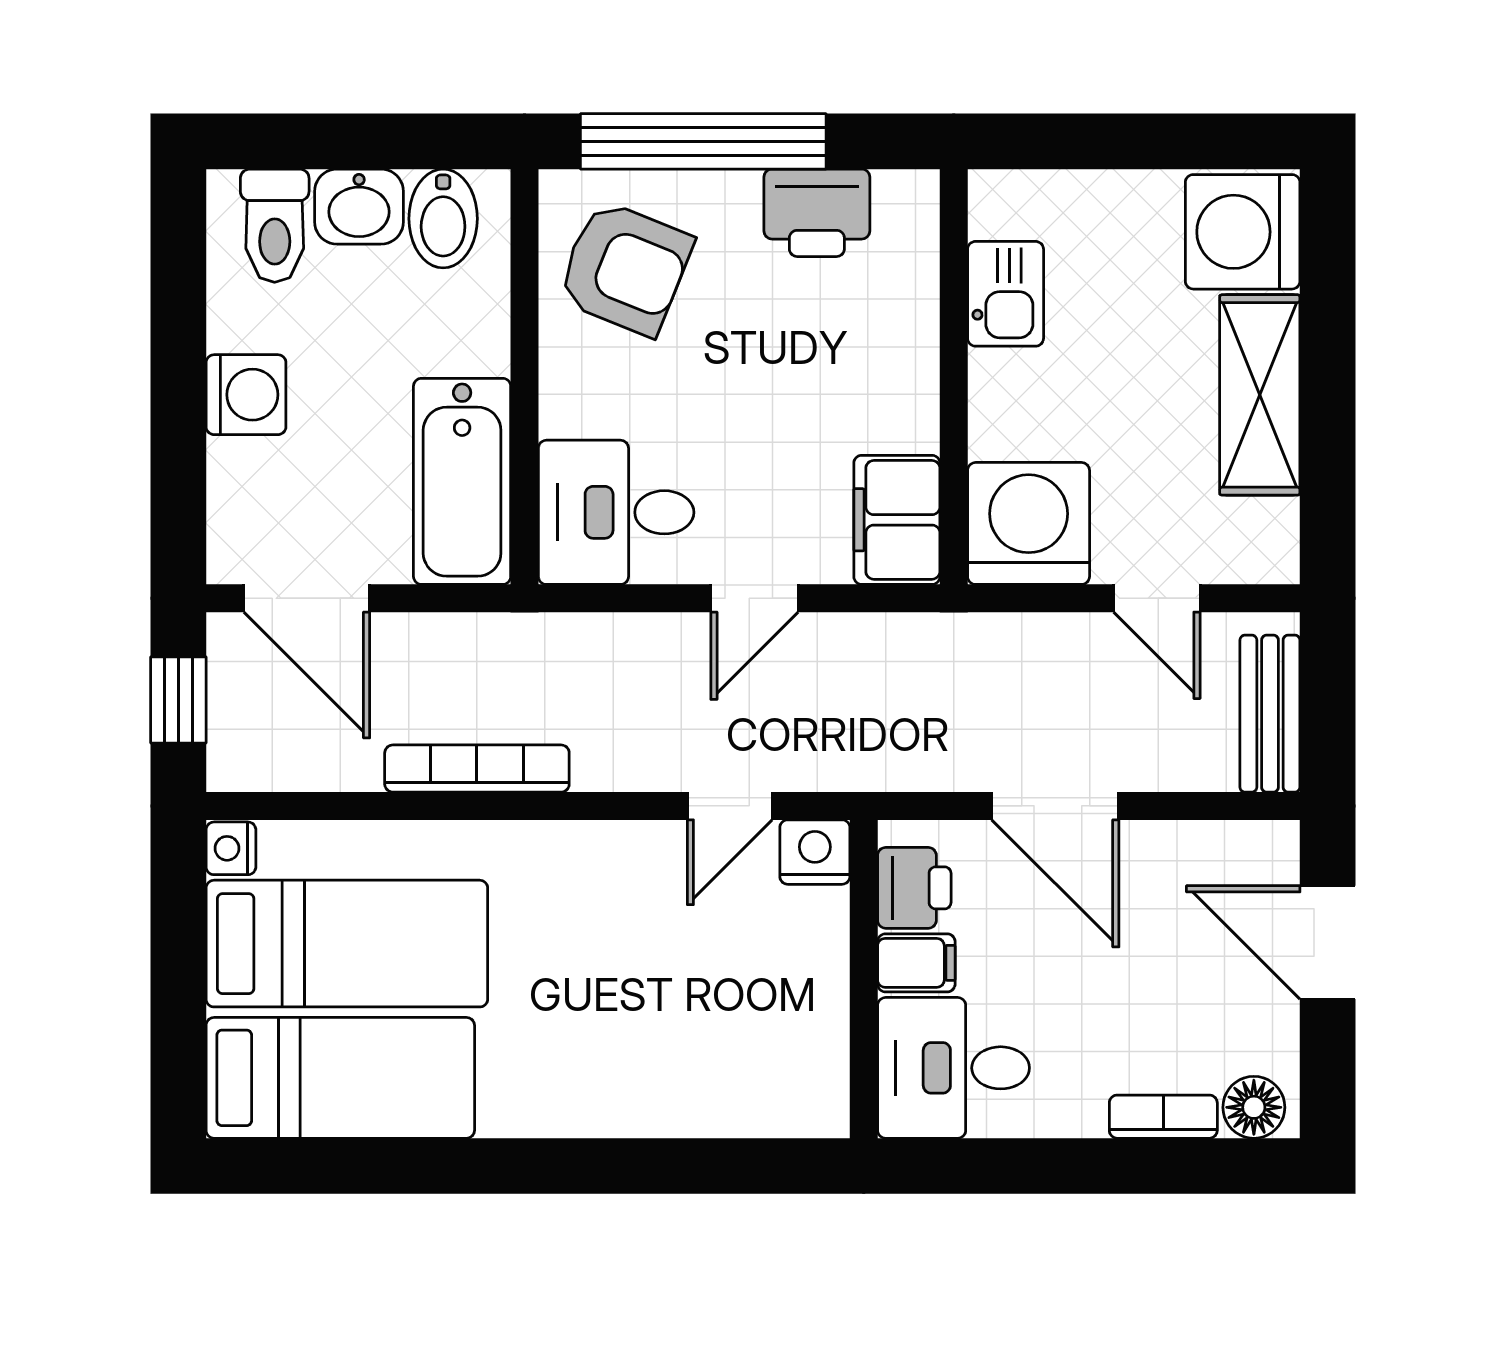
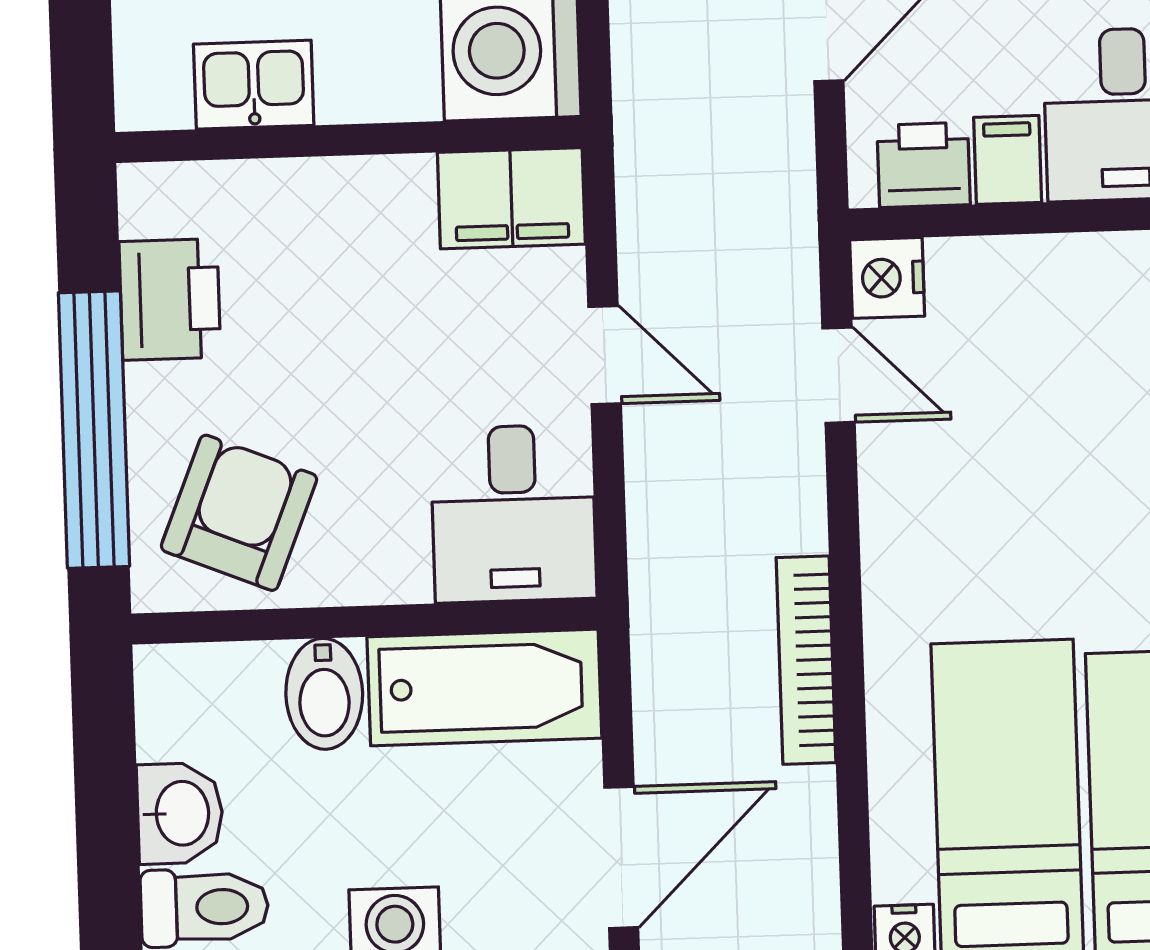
bidet: (443, 219) -> (324, 694), moved, turned 90

